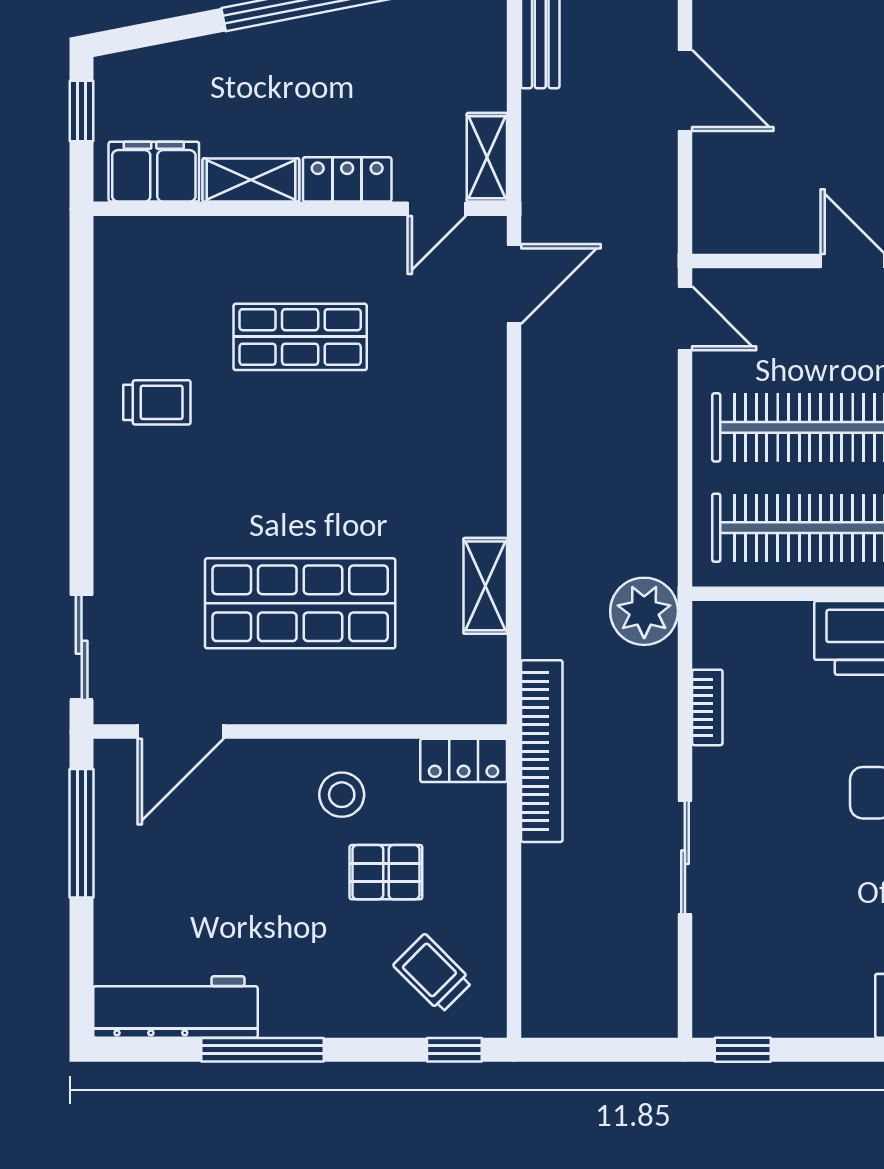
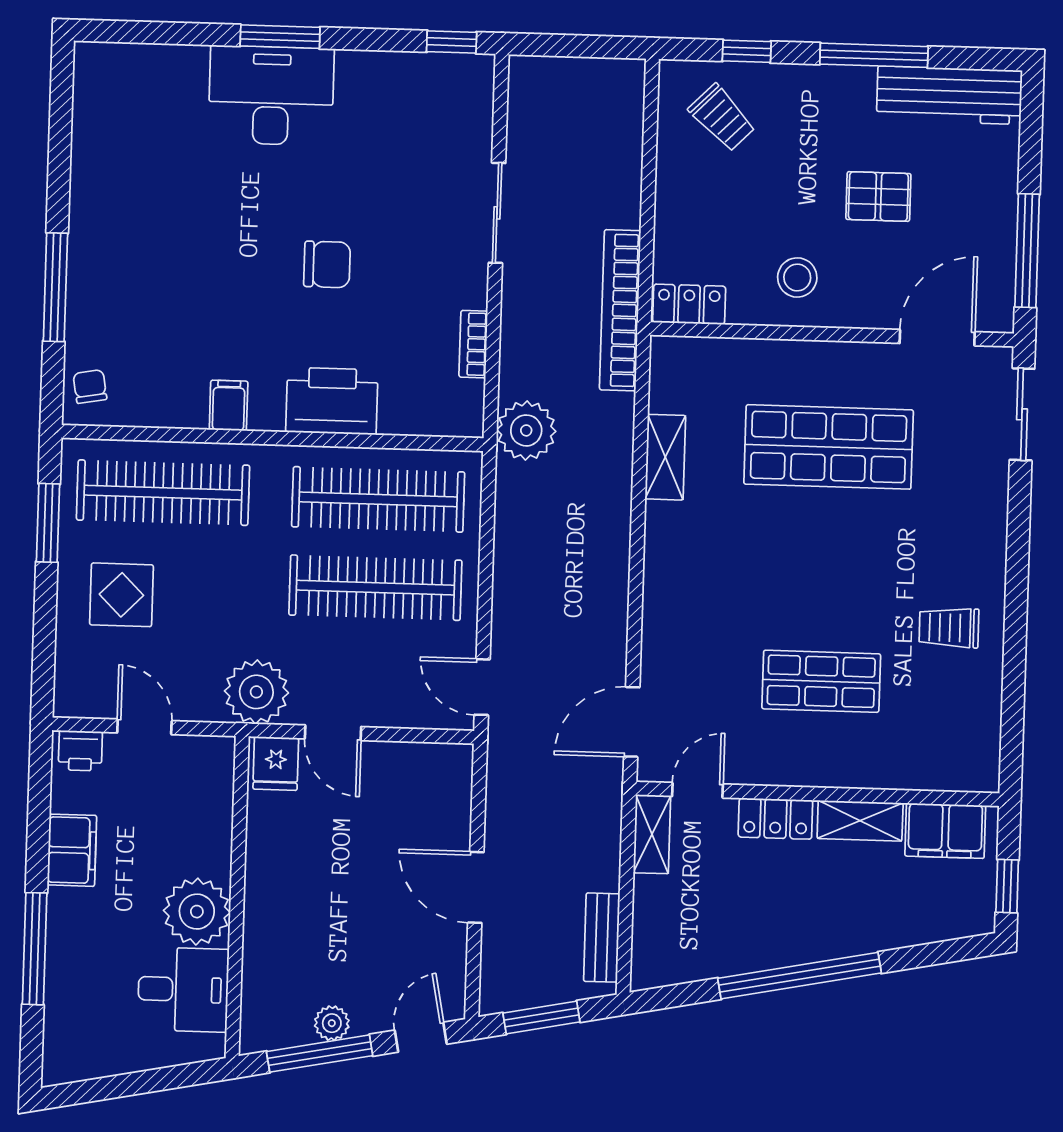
pallet: (386, 872) -> (878, 196), moved
window: (454, 1050) -> (747, 51), moved

